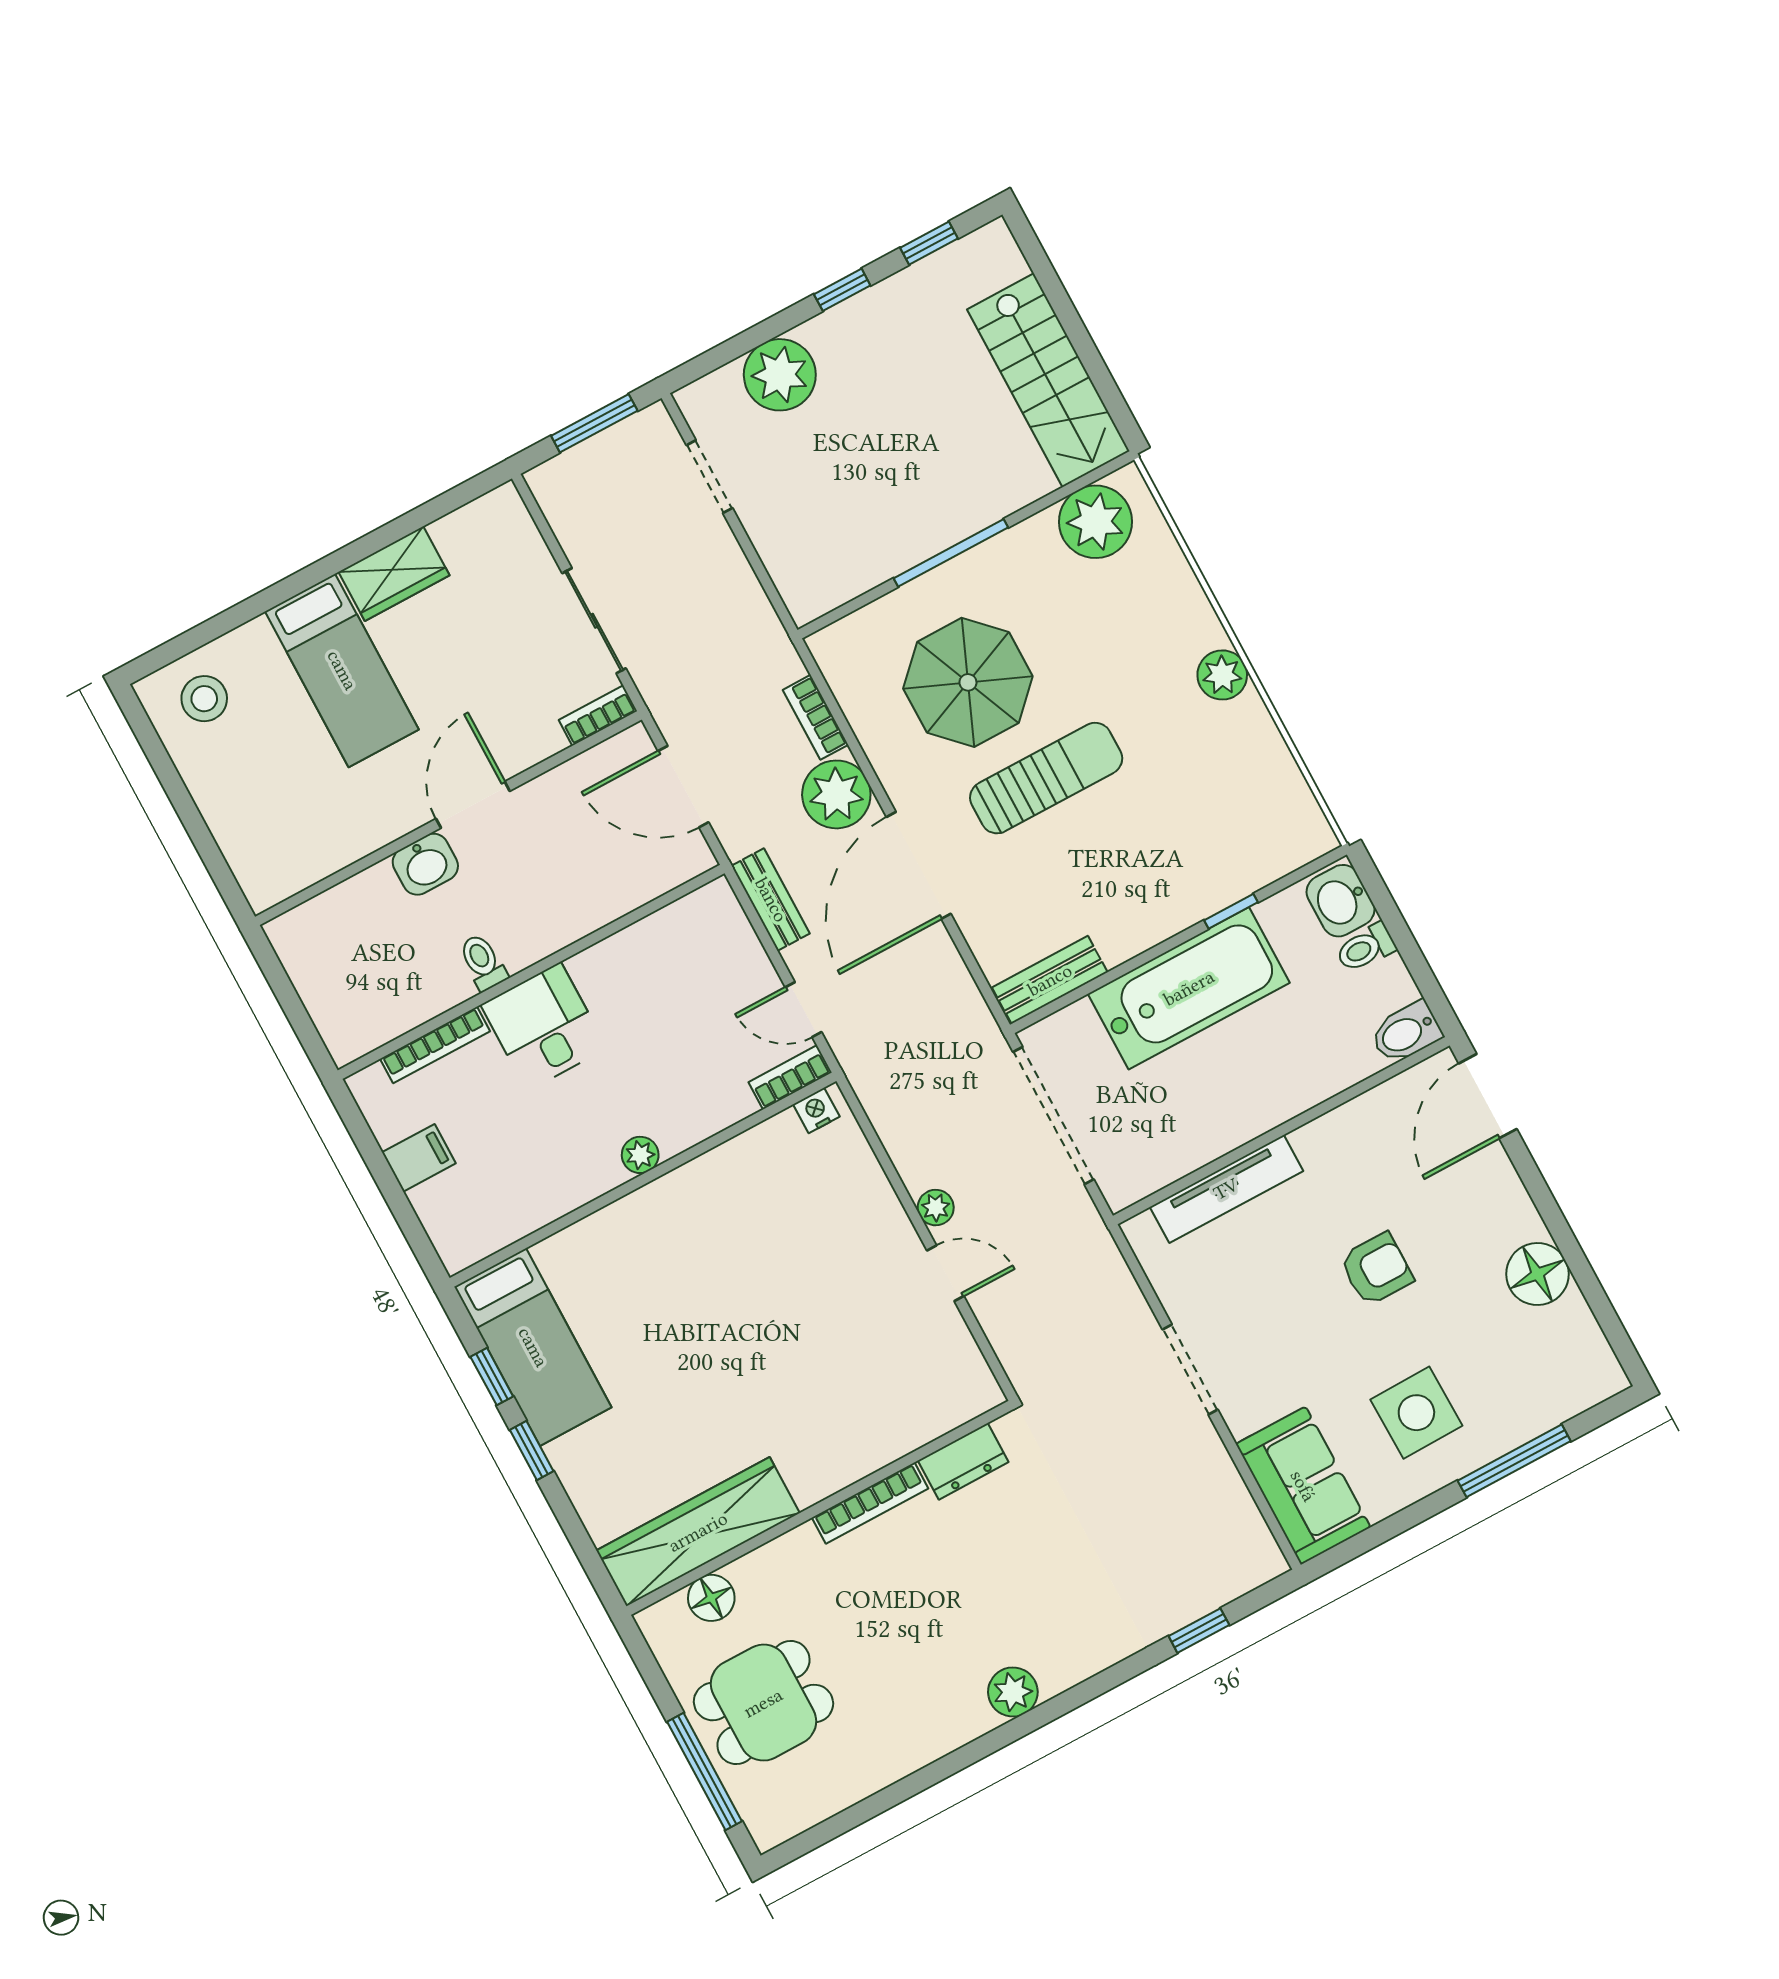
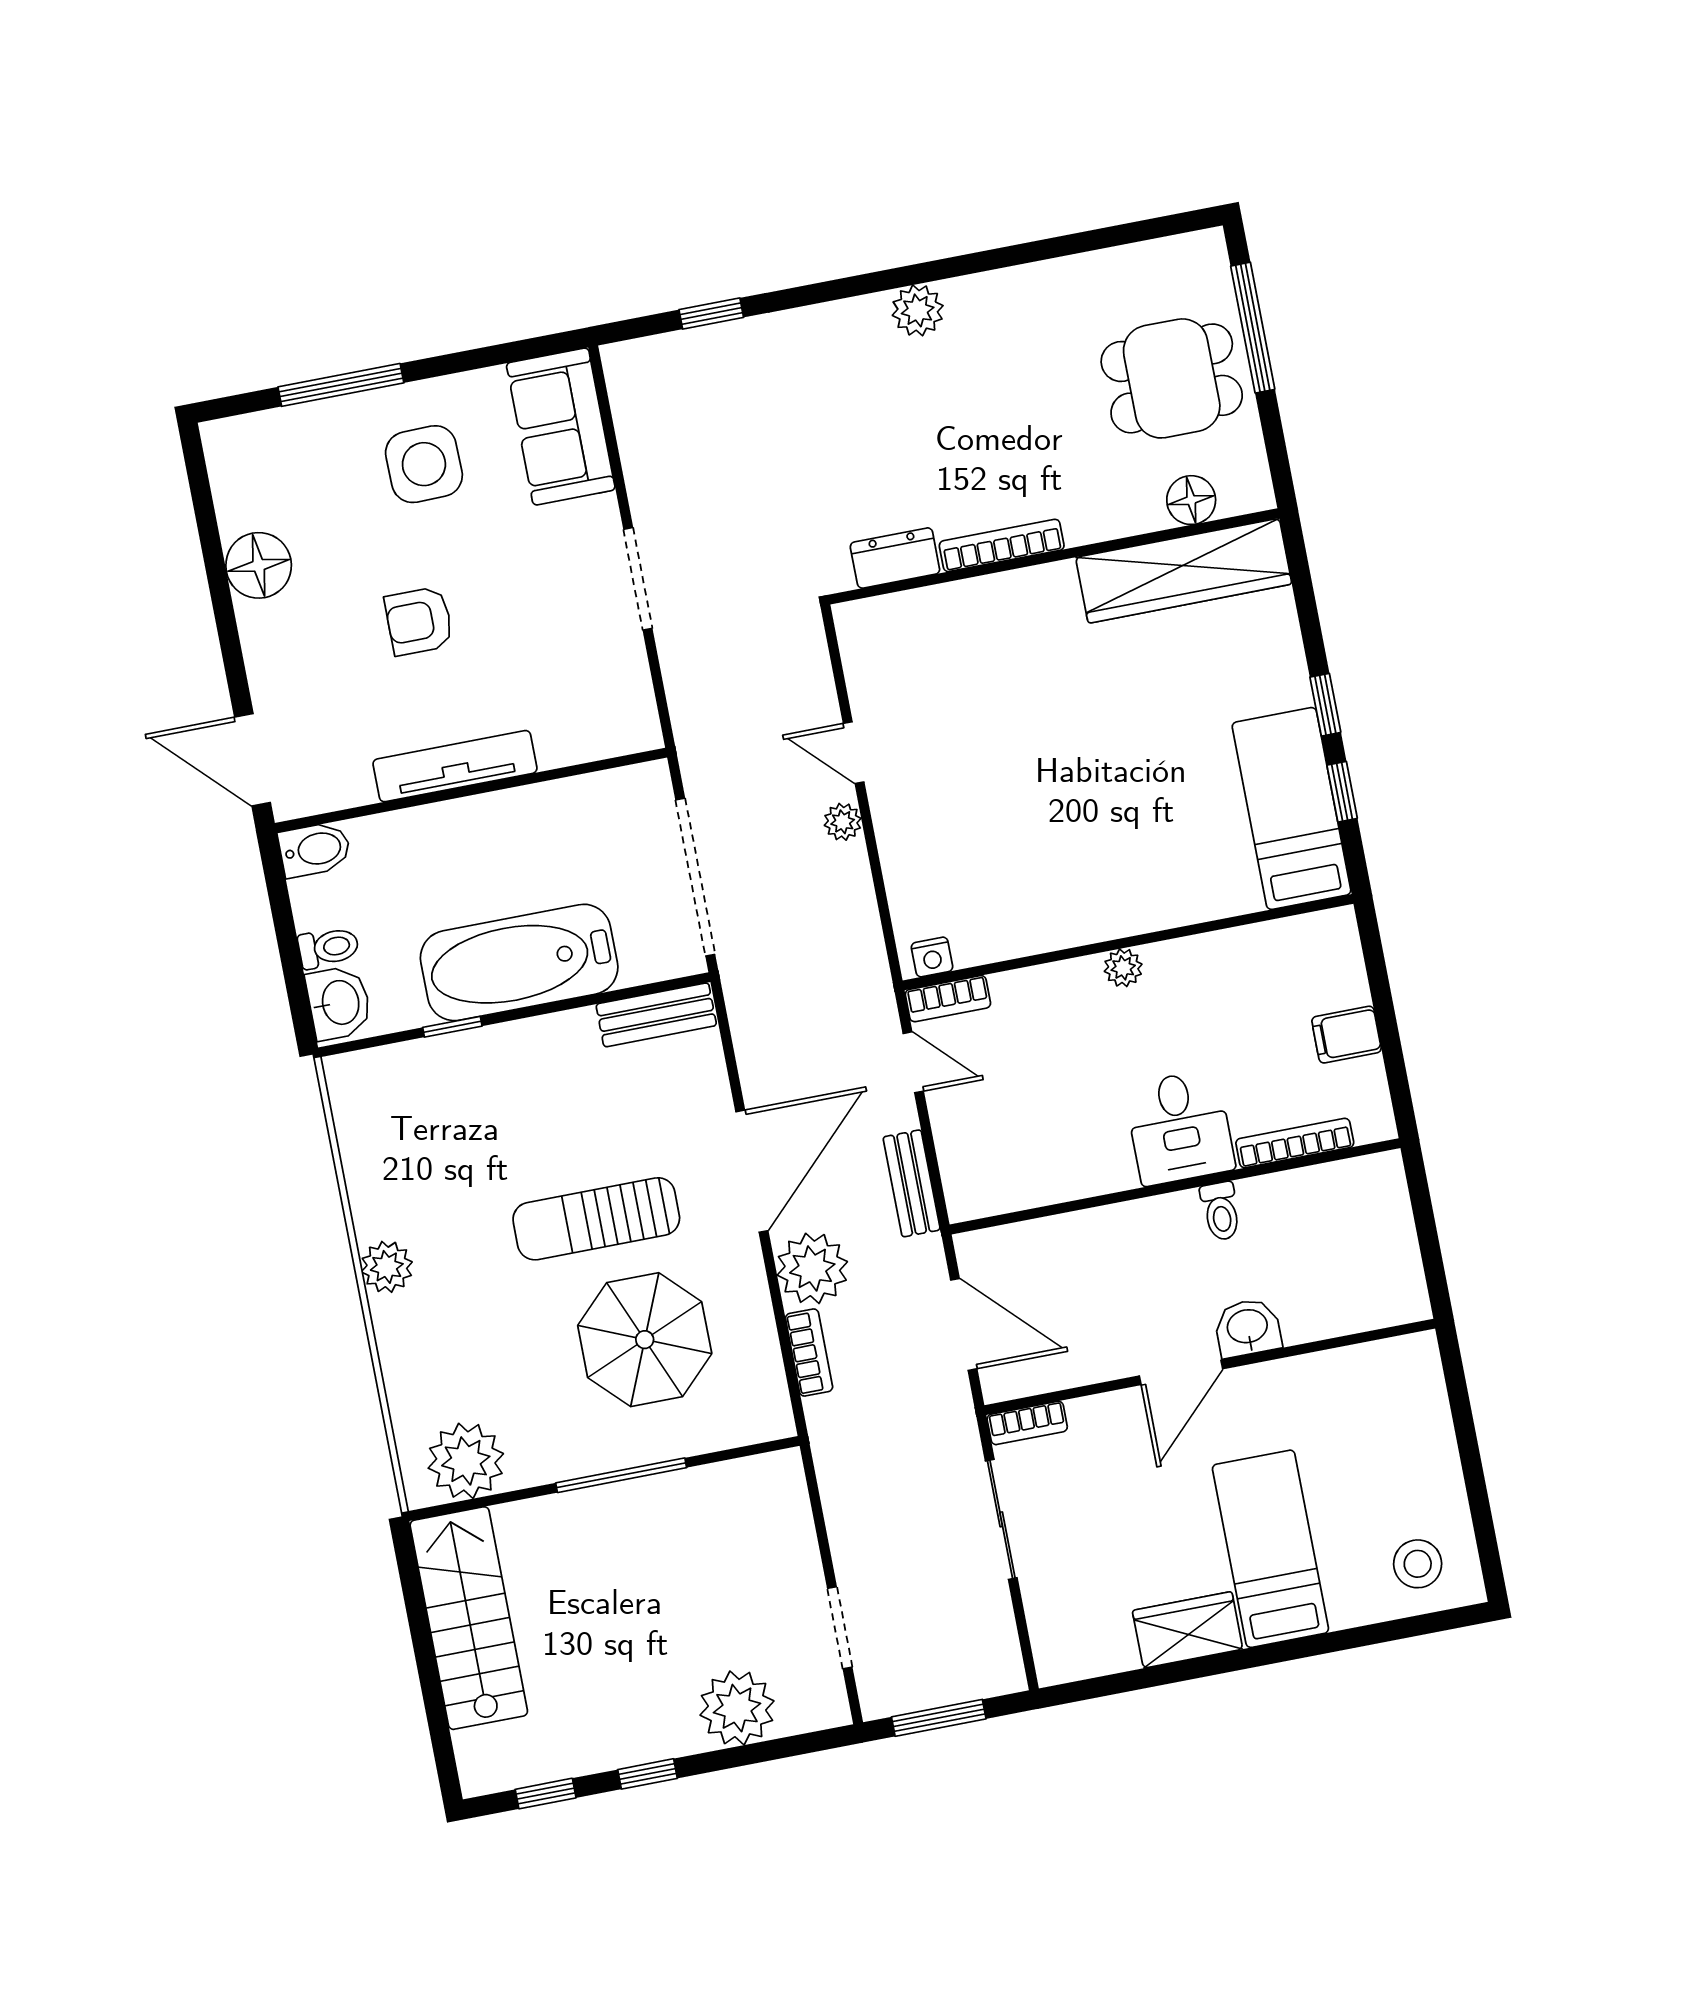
door: (1488, 1096) -> (252, 760), swing flipped
tv unit: (1226, 1189) -> (455, 766), moved

